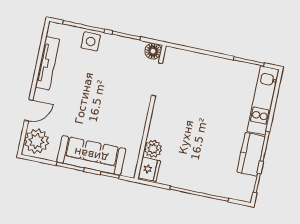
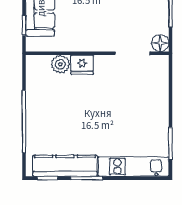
kitchen counter: (251, 154) -> (65, 166), width x1.50
fridge: (149, 169) -> (82, 65), moved

